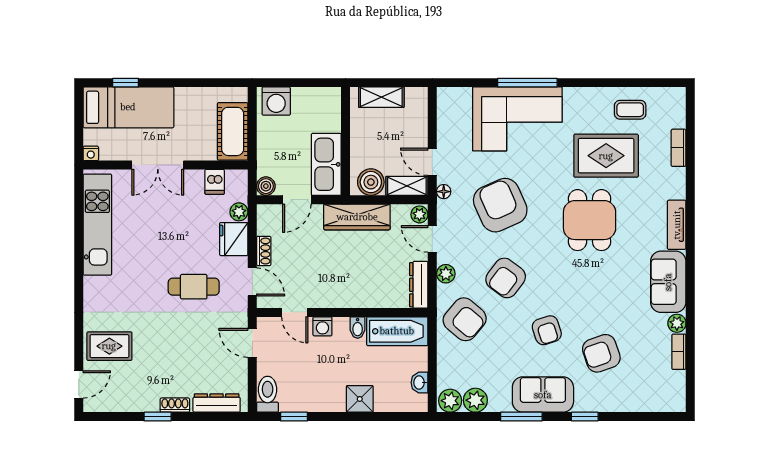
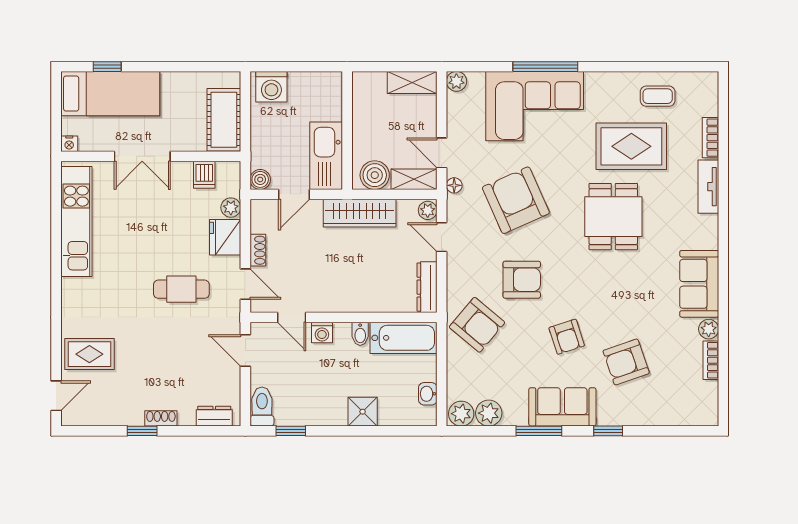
shelving: (381, 97) -> (412, 82), moved
tv unit: (677, 225) -> (708, 187), moved
plant: (446, 274) -> (456, 81), moved
armchair: (506, 278) -> (522, 280), turned -127
dresser: (217, 403) -> (214, 416), width x0.70

